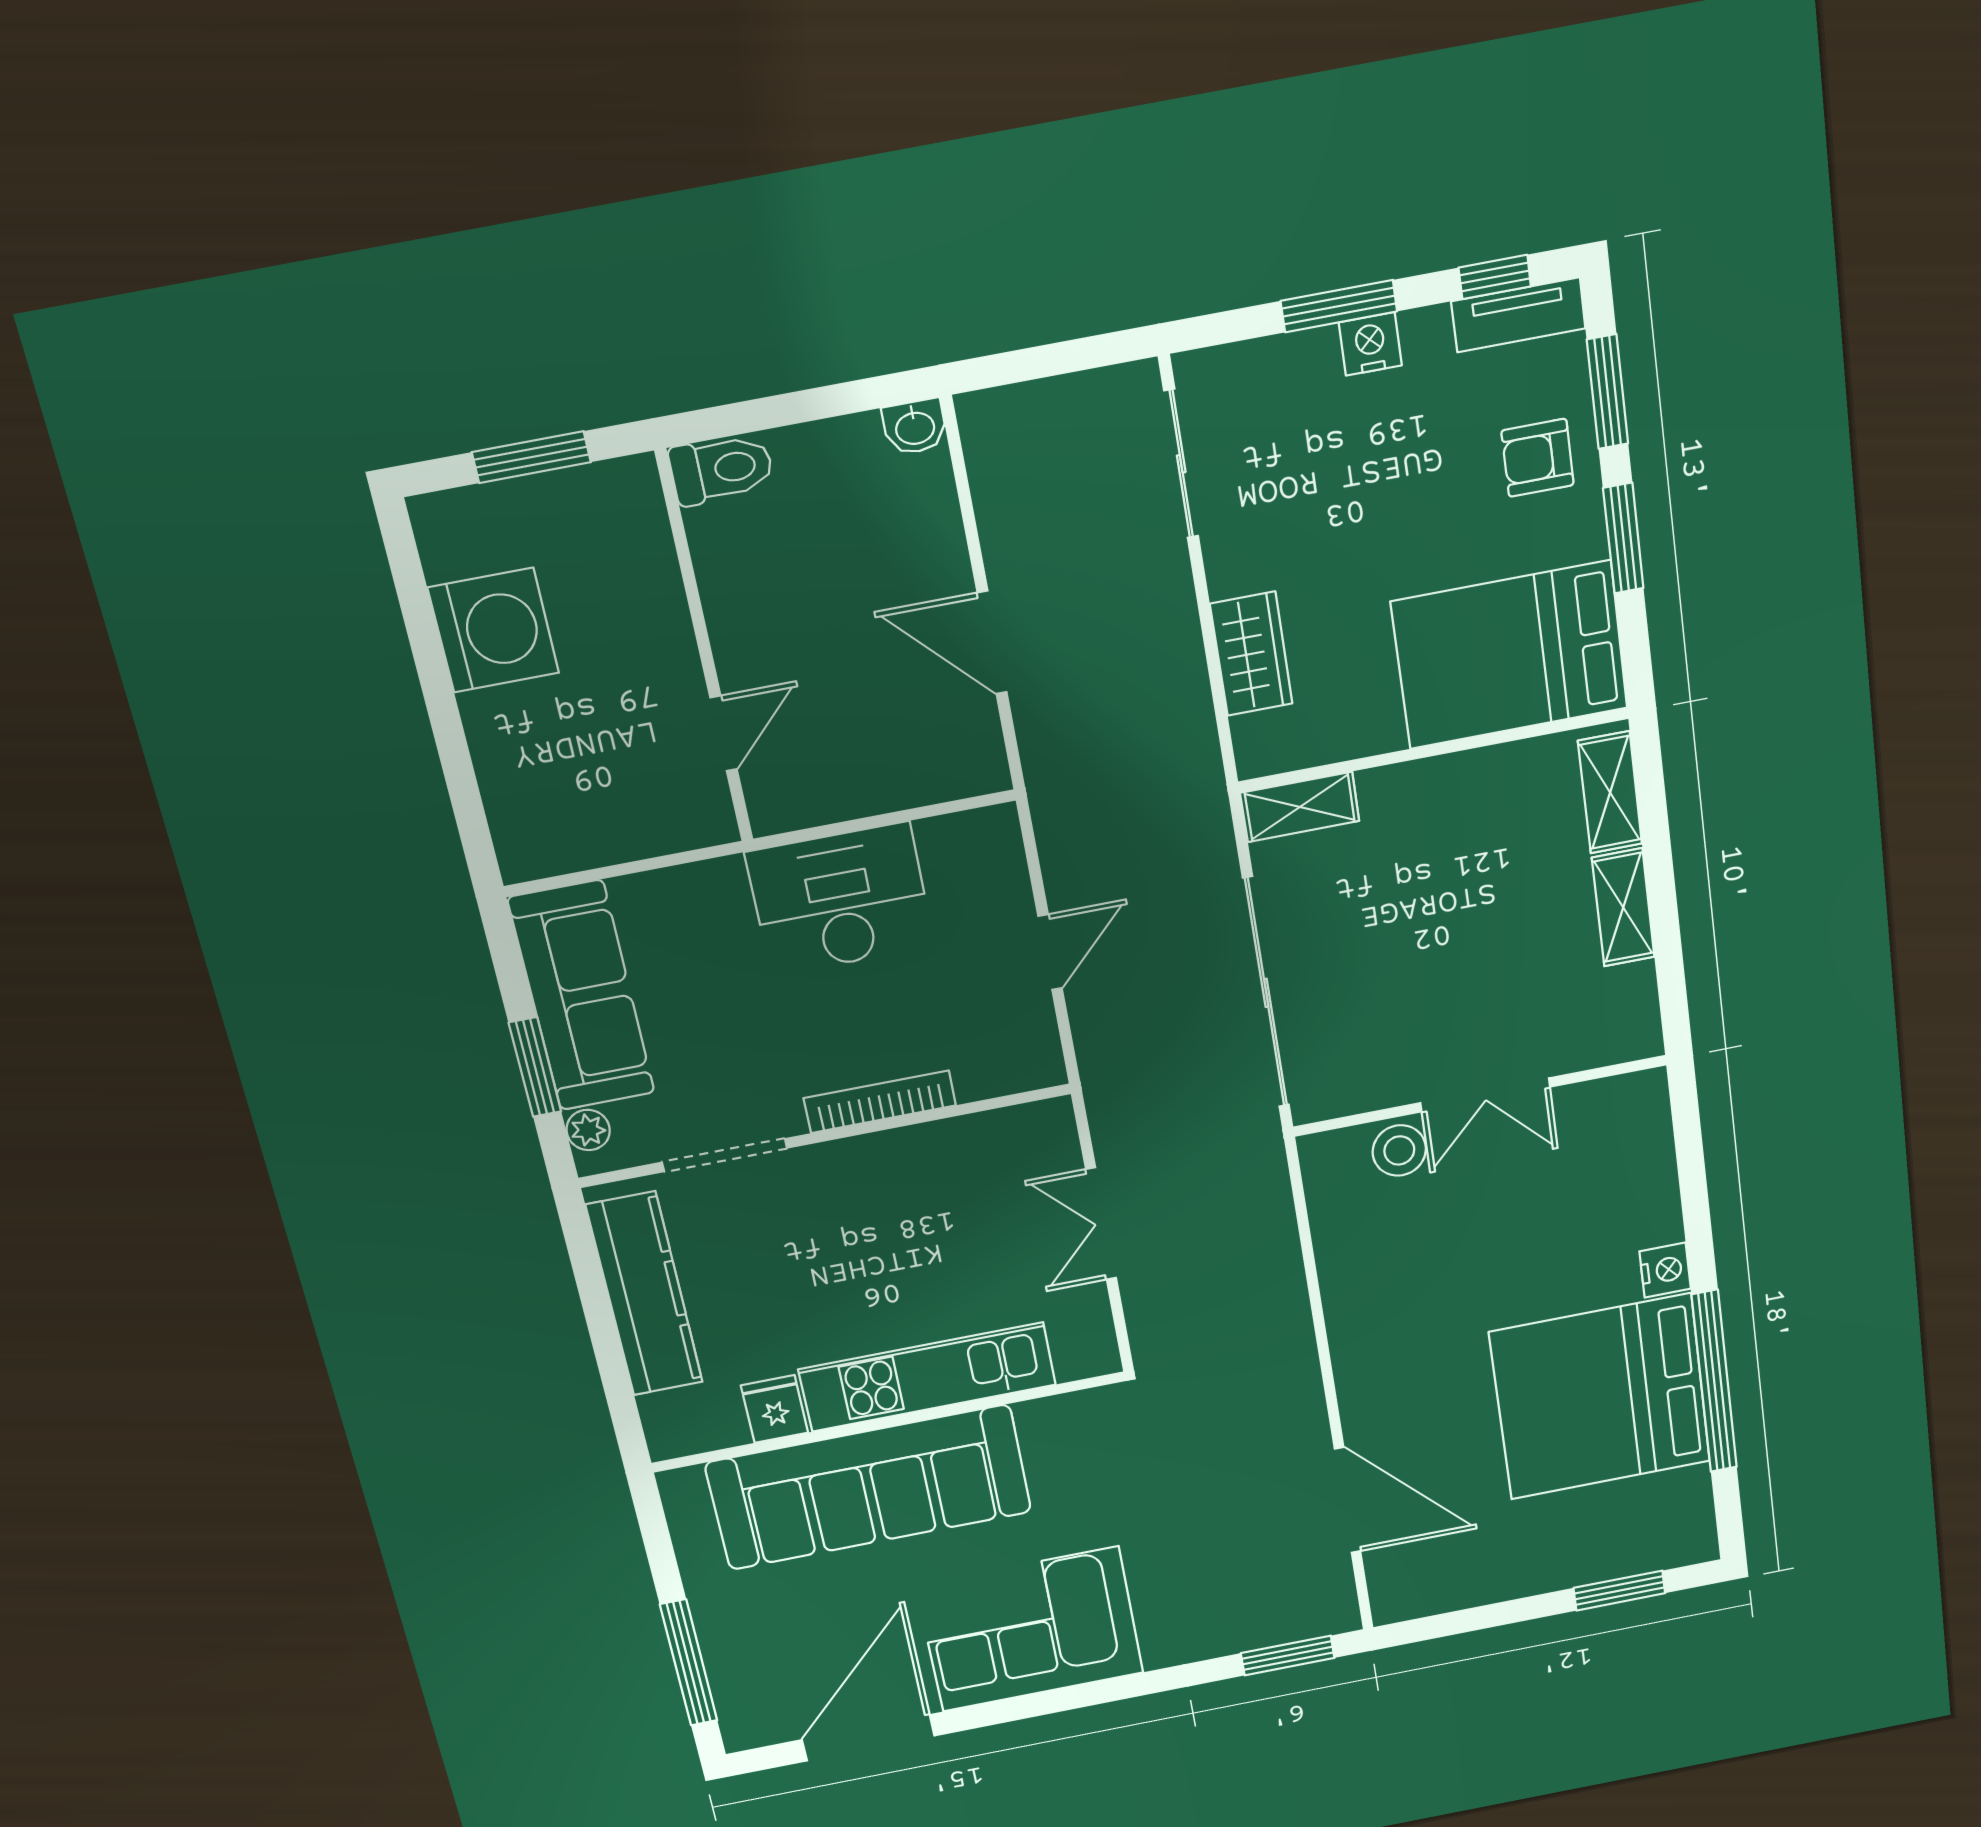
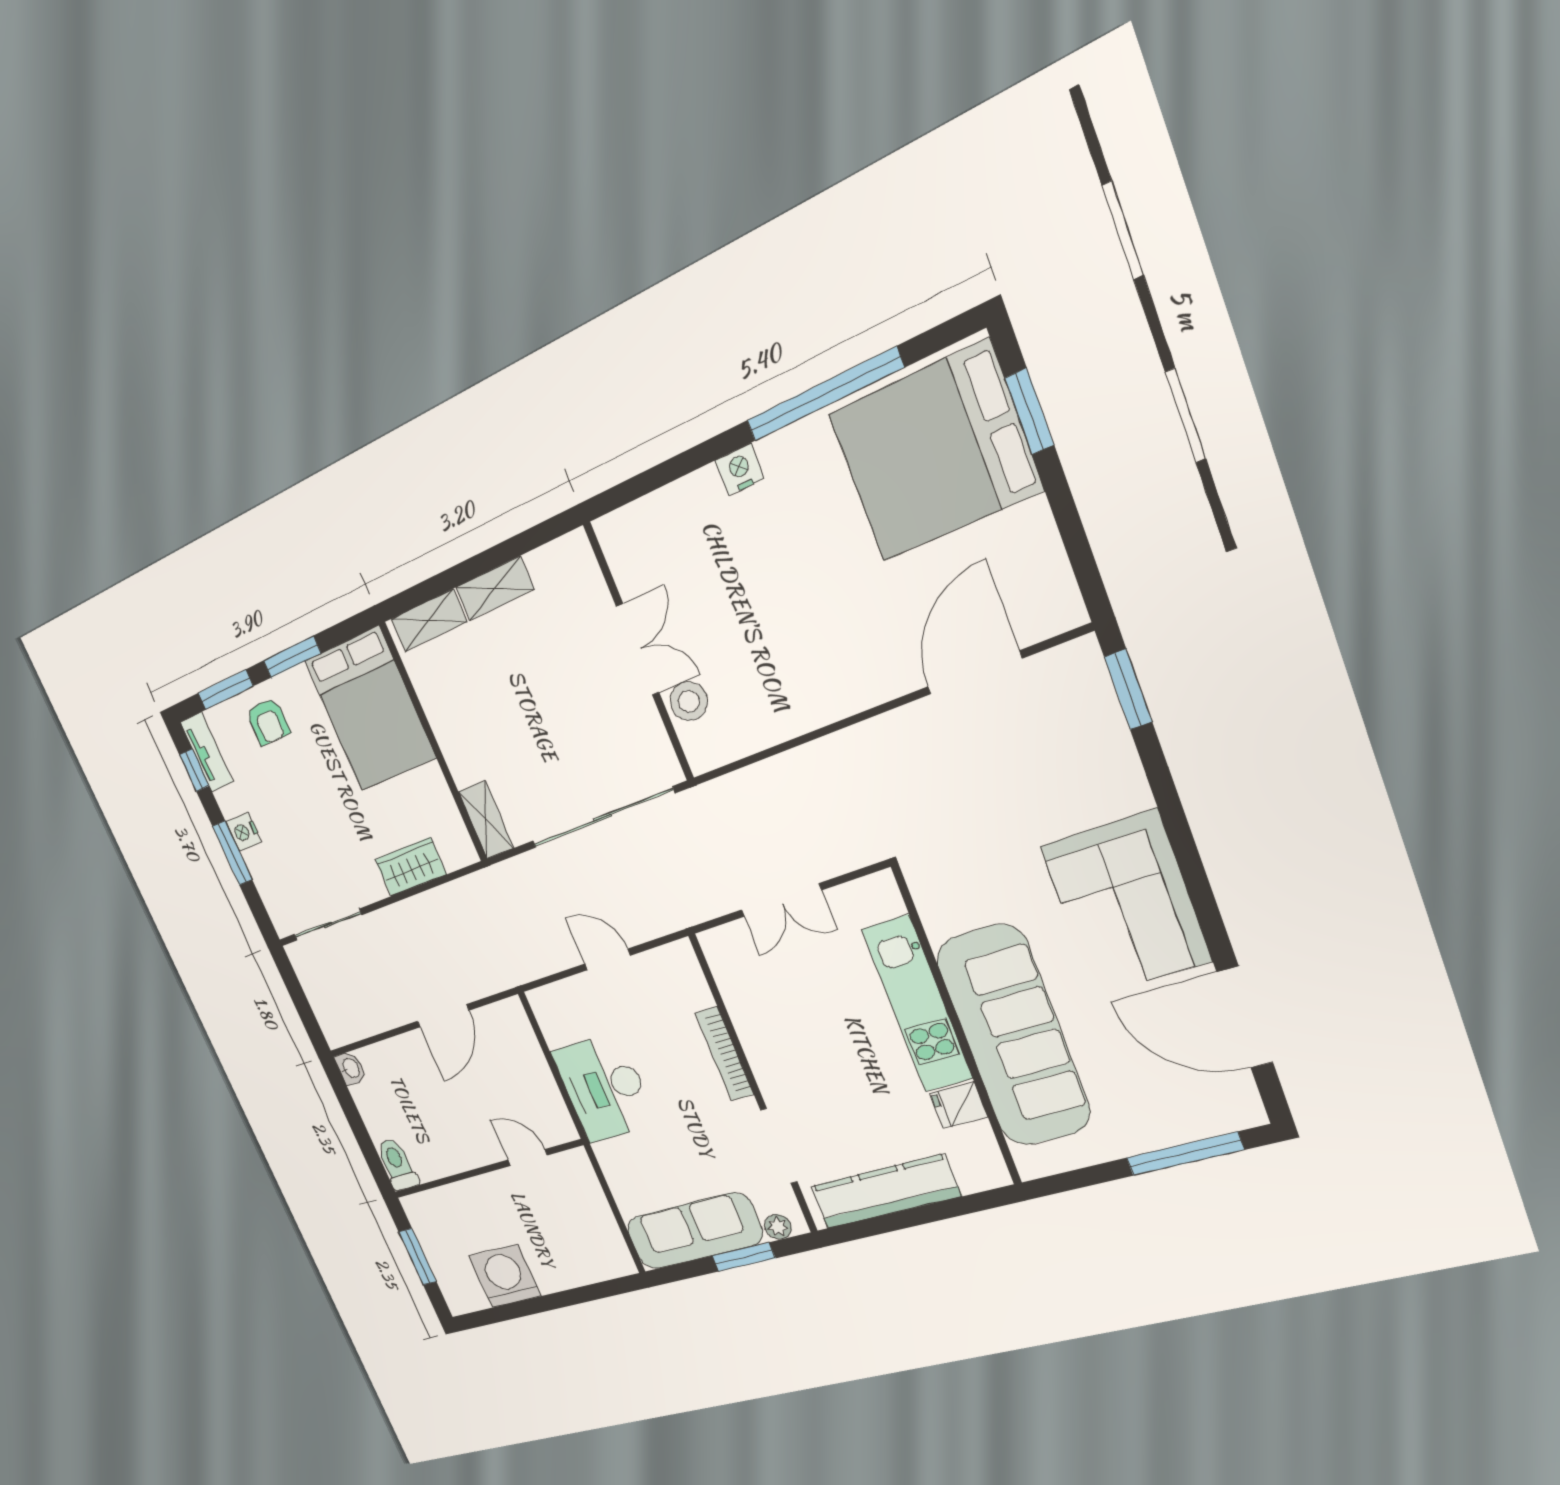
bed: (1600, 1397) -> (935, 452), moved, turned 90

